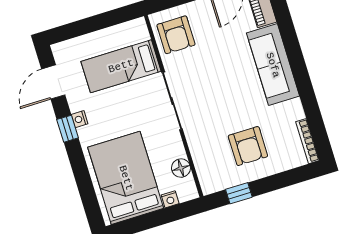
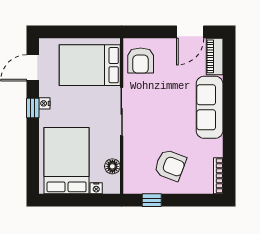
bed: (121, 66) -> (90, 65), width x1.50
armchair: (248, 146) -> (170, 165), turned -69

